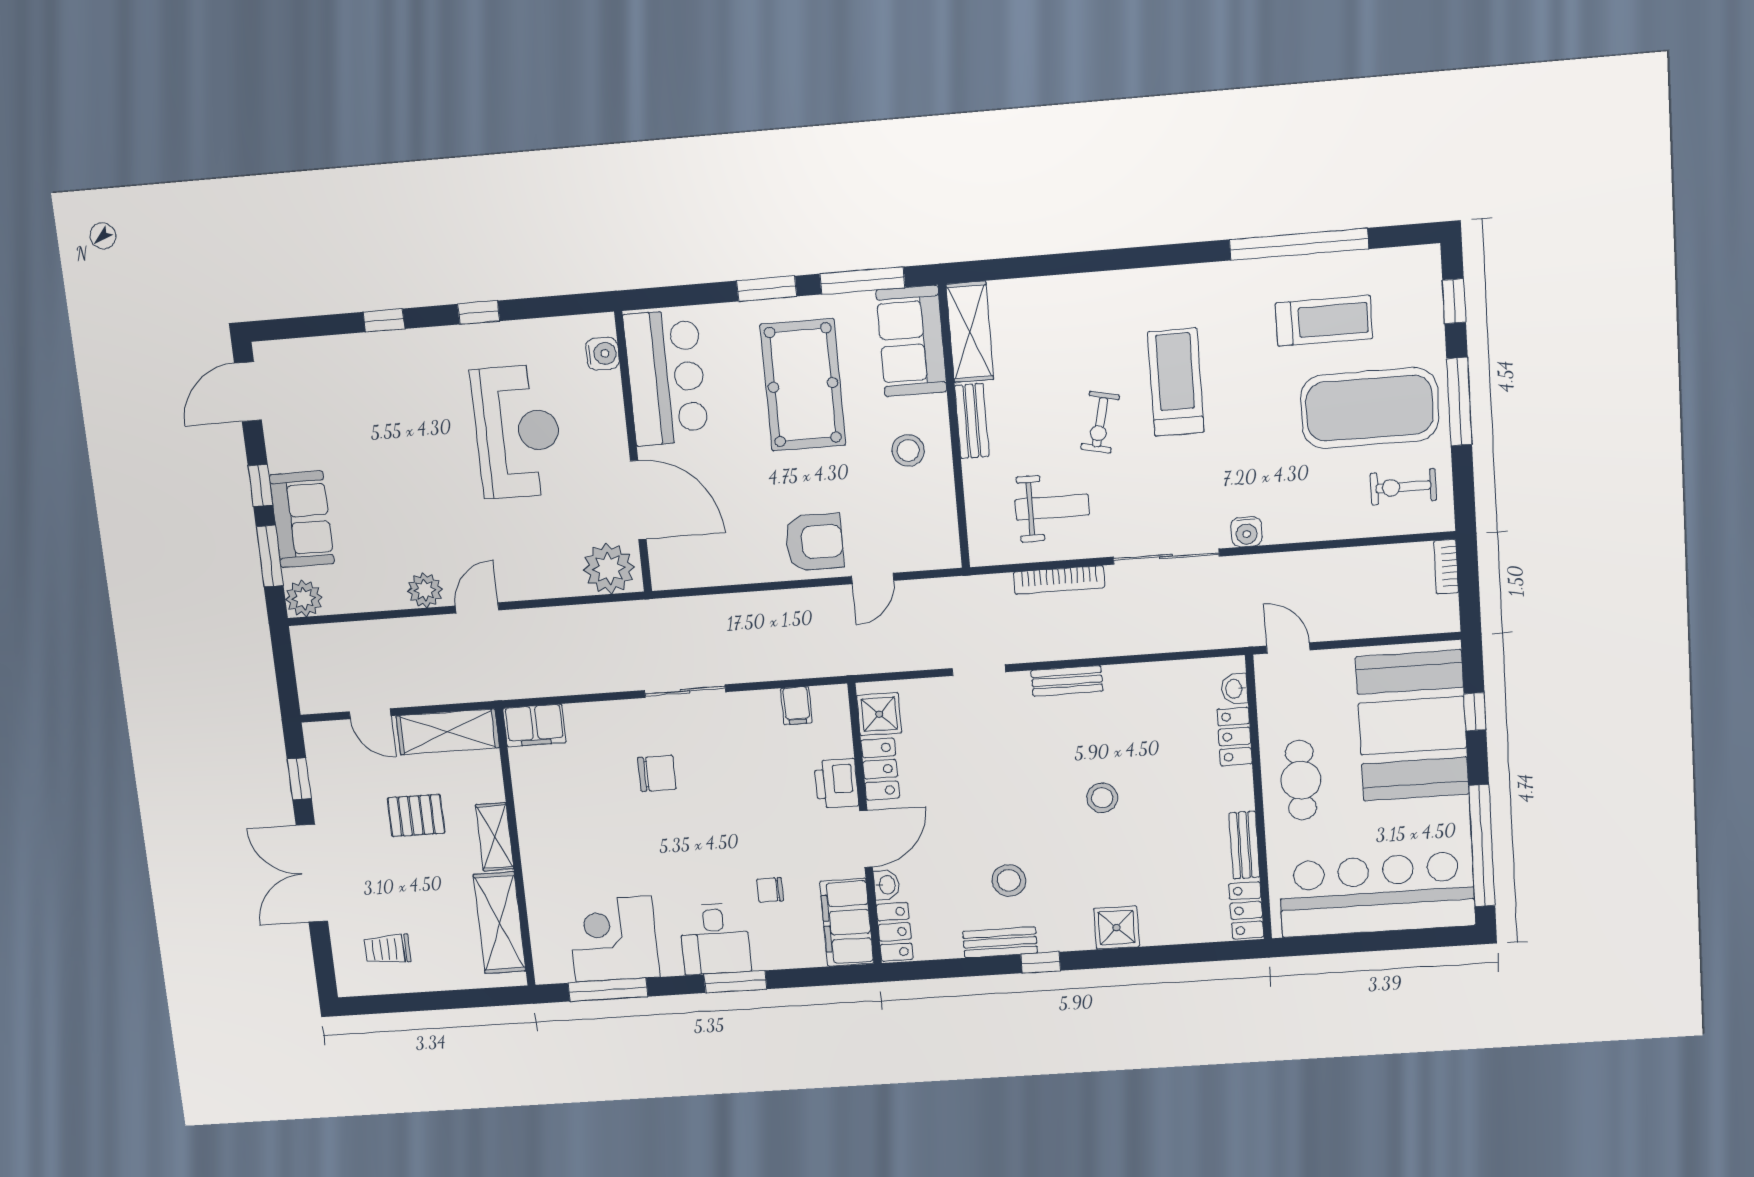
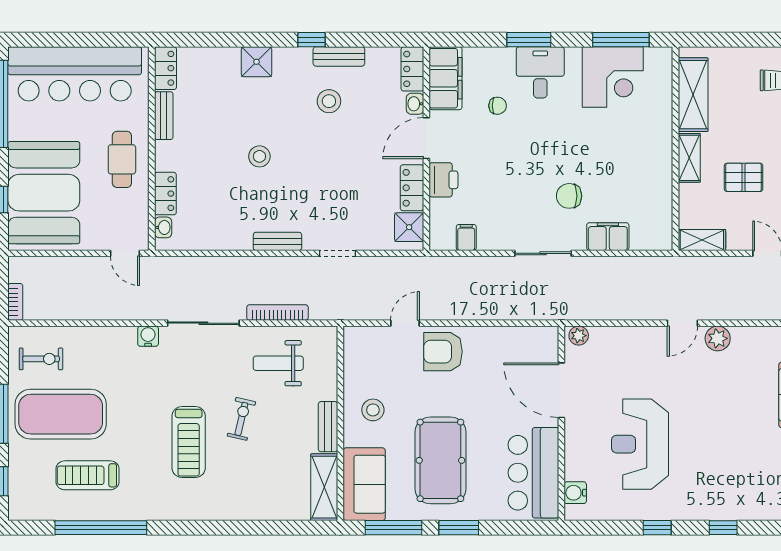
plant: (609, 568) -> (579, 336), width x0.53, depth x0.53
filing cabinet: (534, 725) -> (608, 237), moved
shelving: (448, 732) -> (702, 240), width x0.67, depth x0.75

